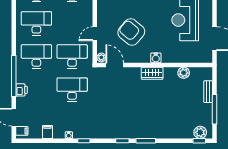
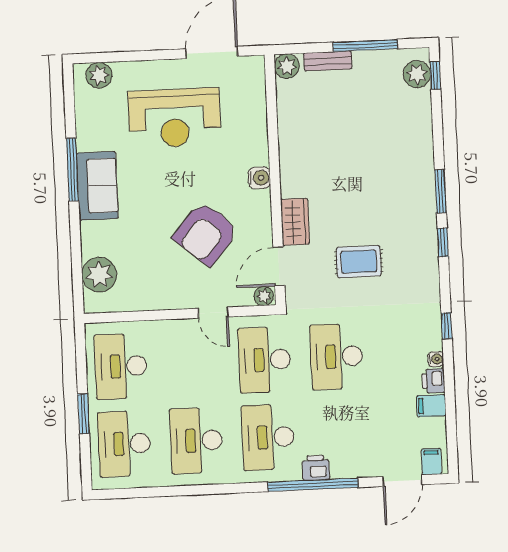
wardrobe: (152, 73) -> (295, 222), moved
plant: (184, 73) -> (287, 66), moved
printer: (21, 90) -> (316, 468), moved
rug: (115, 102) -> (359, 262), added
printer: (59, 134) -> (433, 381), added

